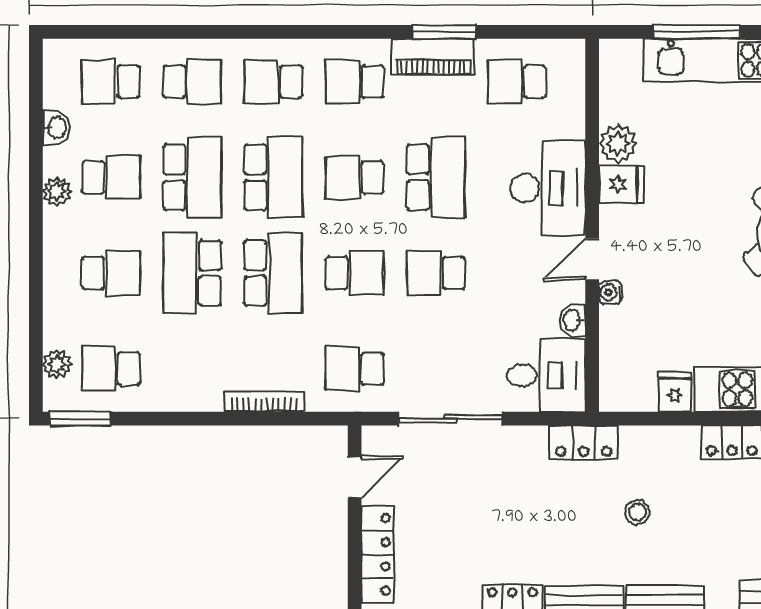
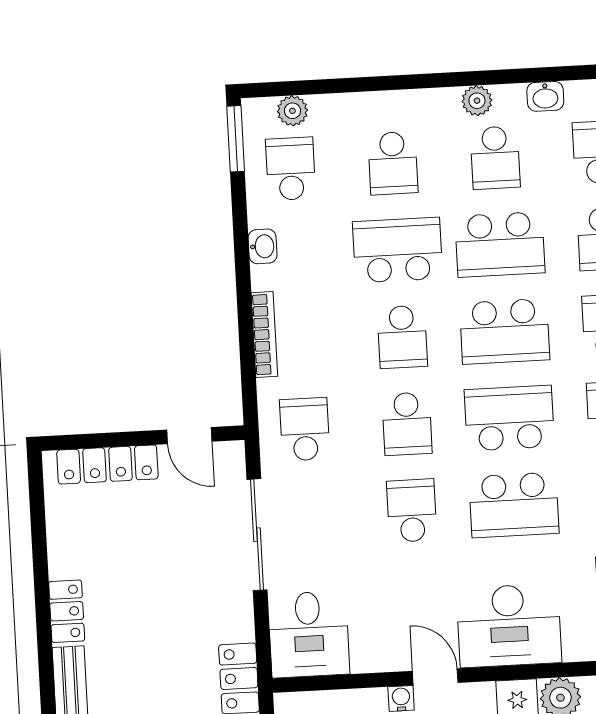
school desk: (355, 177) -> (509, 418), width x1.85
school desk: (273, 273) -> (402, 337), width x0.54
washbasin: (572, 320) -> (263, 246), moved, turned 90

